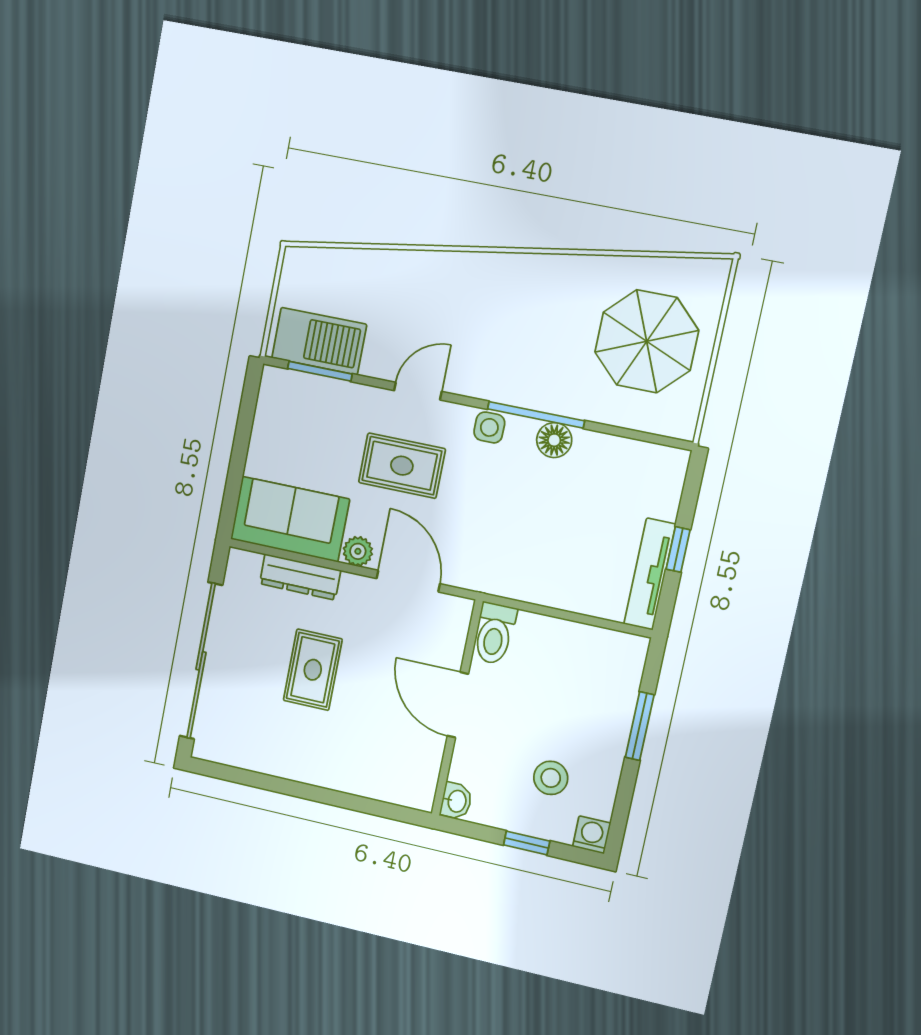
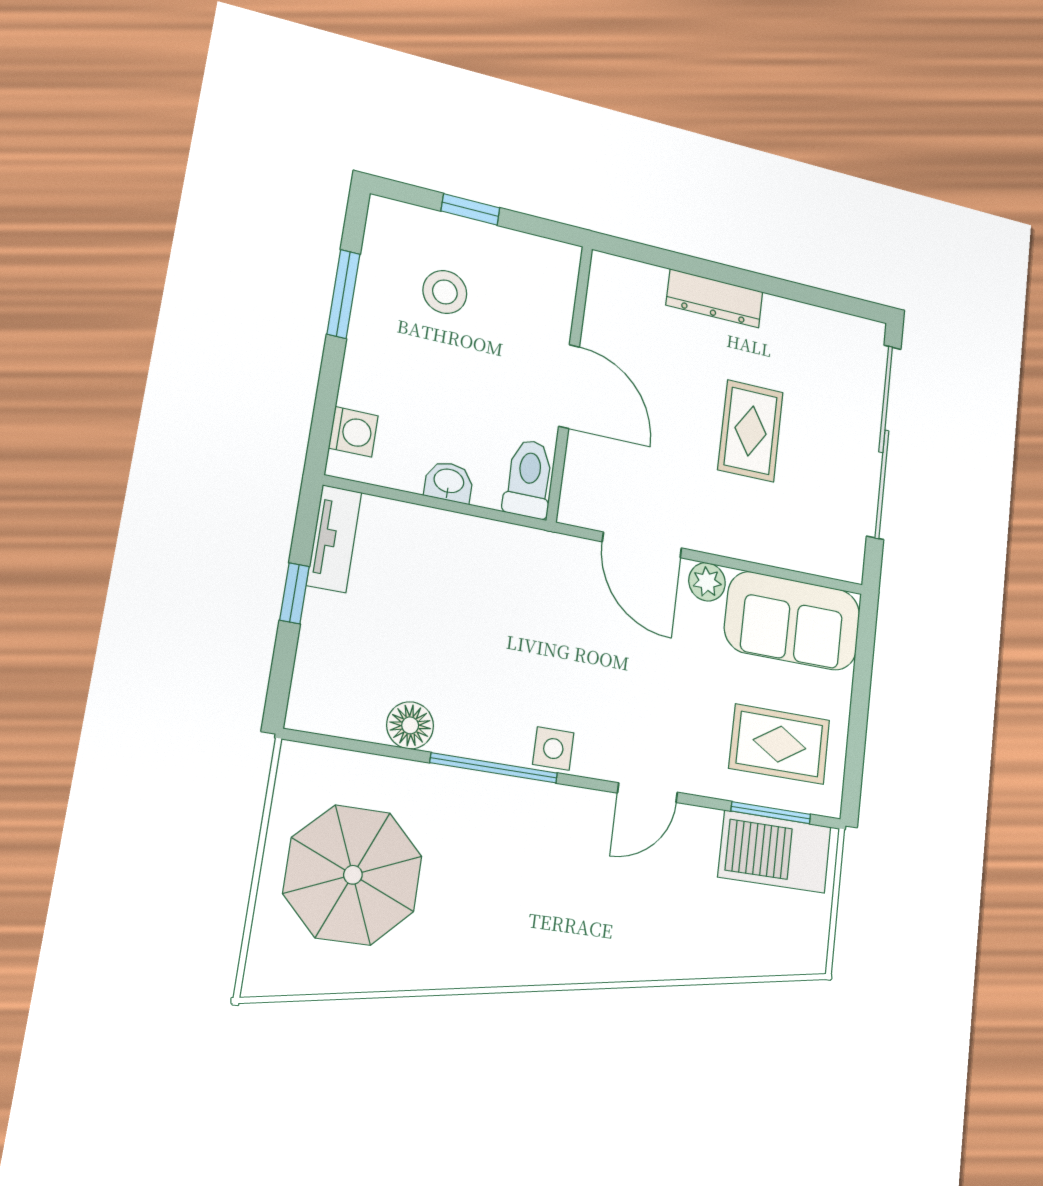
floor lamp: (554, 440) -> (410, 725), moved
rug: (402, 466) -> (779, 744), moved
tv unit: (650, 574) -> (334, 539), width x0.71
dresser: (300, 577) -> (715, 298), moved, turned 180
window: (640, 726) -> (343, 294), moved
washbasin: (456, 801) -> (449, 482), moved, turned 90
washing machine: (592, 835) -> (353, 432), moved, turned -90

